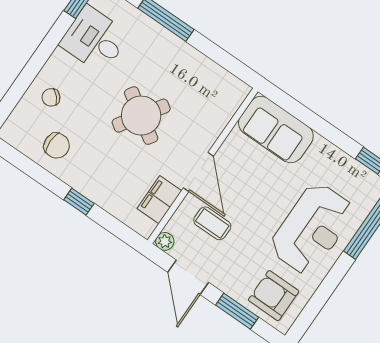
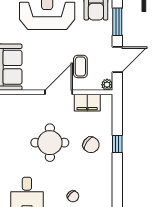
round table: (141, 116) -> (50, 143), turned -33
chair: (57, 146) -> (91, 145), moved, turned 126

